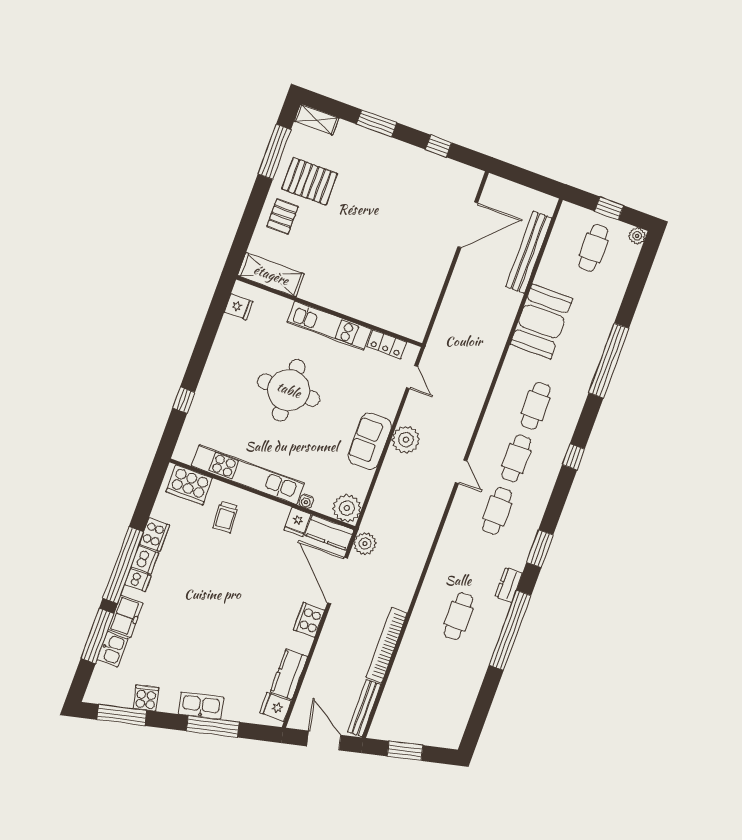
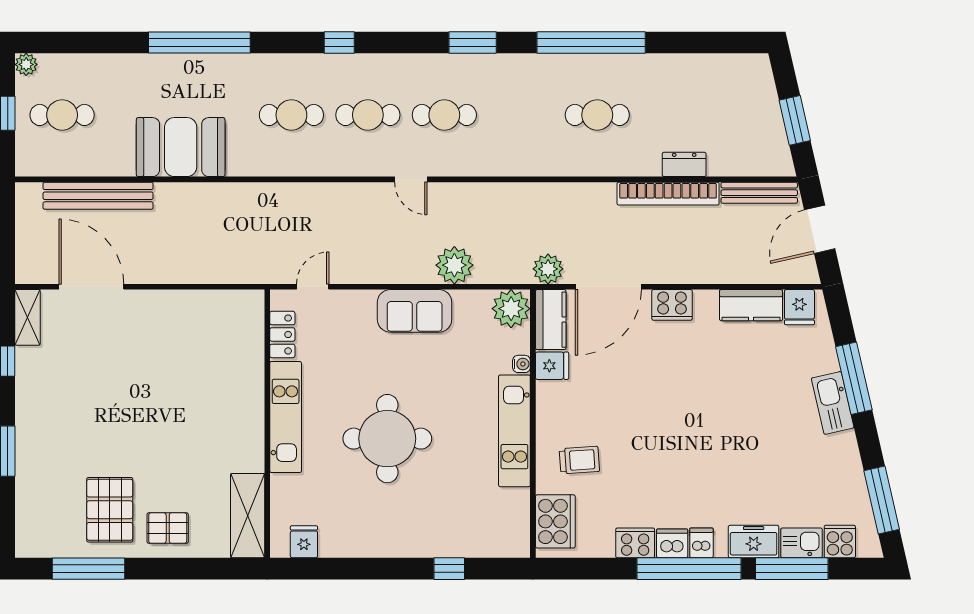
shelving: (316, 120) -> (27, 317), moved
plant: (406, 440) -> (454, 265), moved
door: (461, 472) -> (411, 179), swing flipped
kitchen unit: (248, 475) -> (514, 431), width x0.73
dresser: (509, 585) -> (684, 164), moved, turned 180
cooker: (146, 698) -> (840, 541), moved, turned 103

